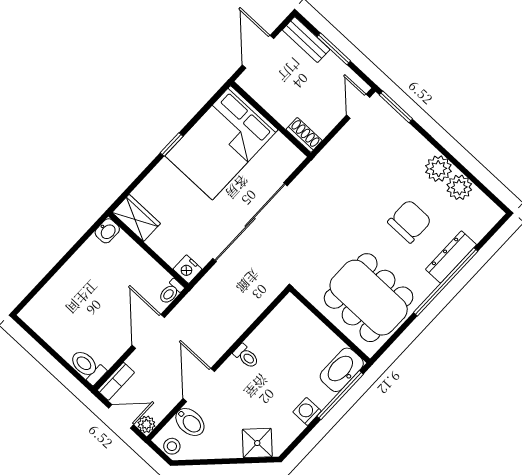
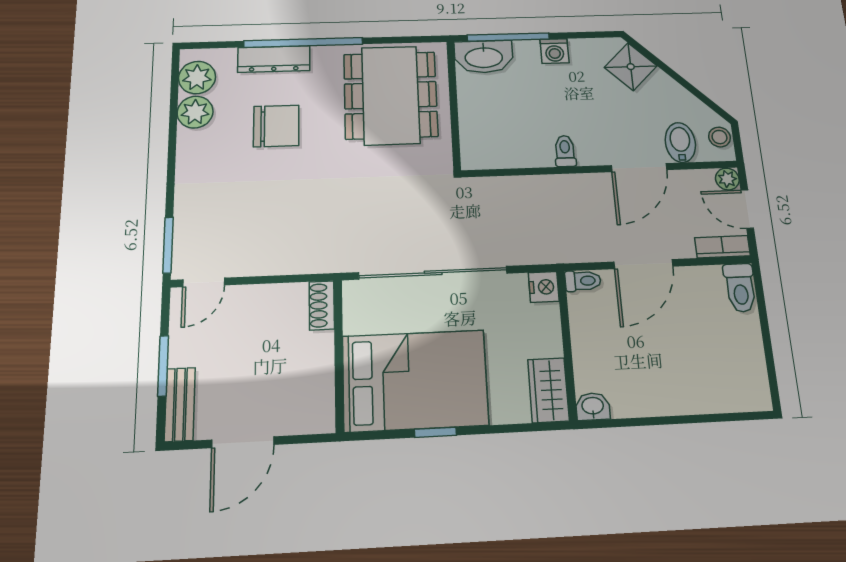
wall: (271, 119) -> (339, 355), moved
shoe rack: (304, 135) -> (322, 305), moved
bed: (221, 143) -> (415, 380), moved
plant: (438, 169) -> (197, 78), moved
chair: (410, 221) -> (276, 126), turned 180

